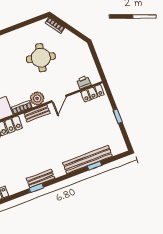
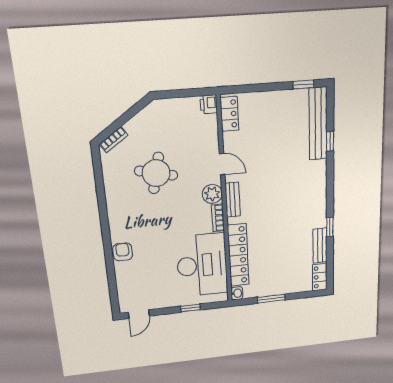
printer: (84, 82) -> (209, 104), moved
window: (118, 116) -> (303, 84), moved
bench: (88, 159) -> (318, 124), moved
bench: (40, 179) -> (320, 246), moved

